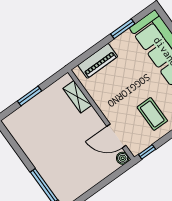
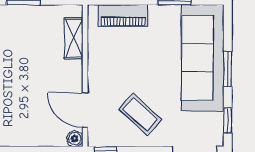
coffee table: (152, 114) -> (140, 114), turned -47

